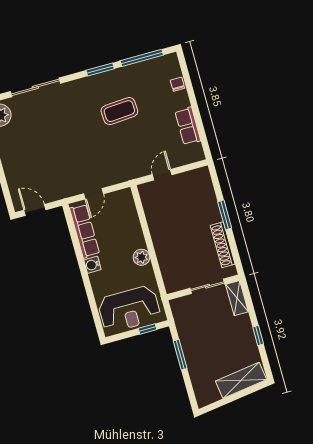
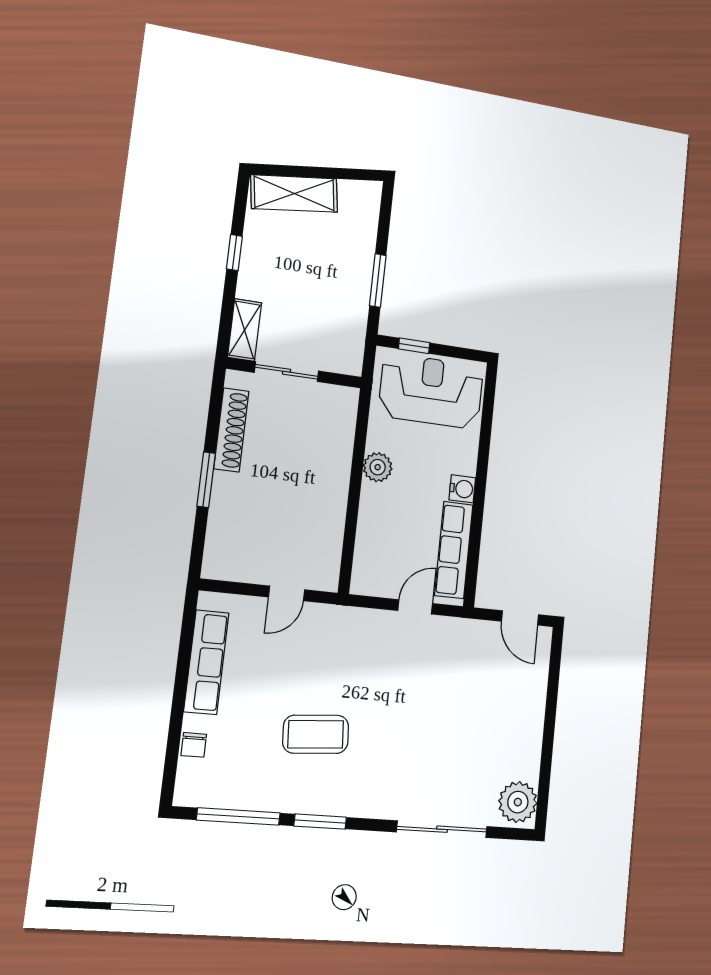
row of seats: (188, 126) -> (206, 662), width x1.48

